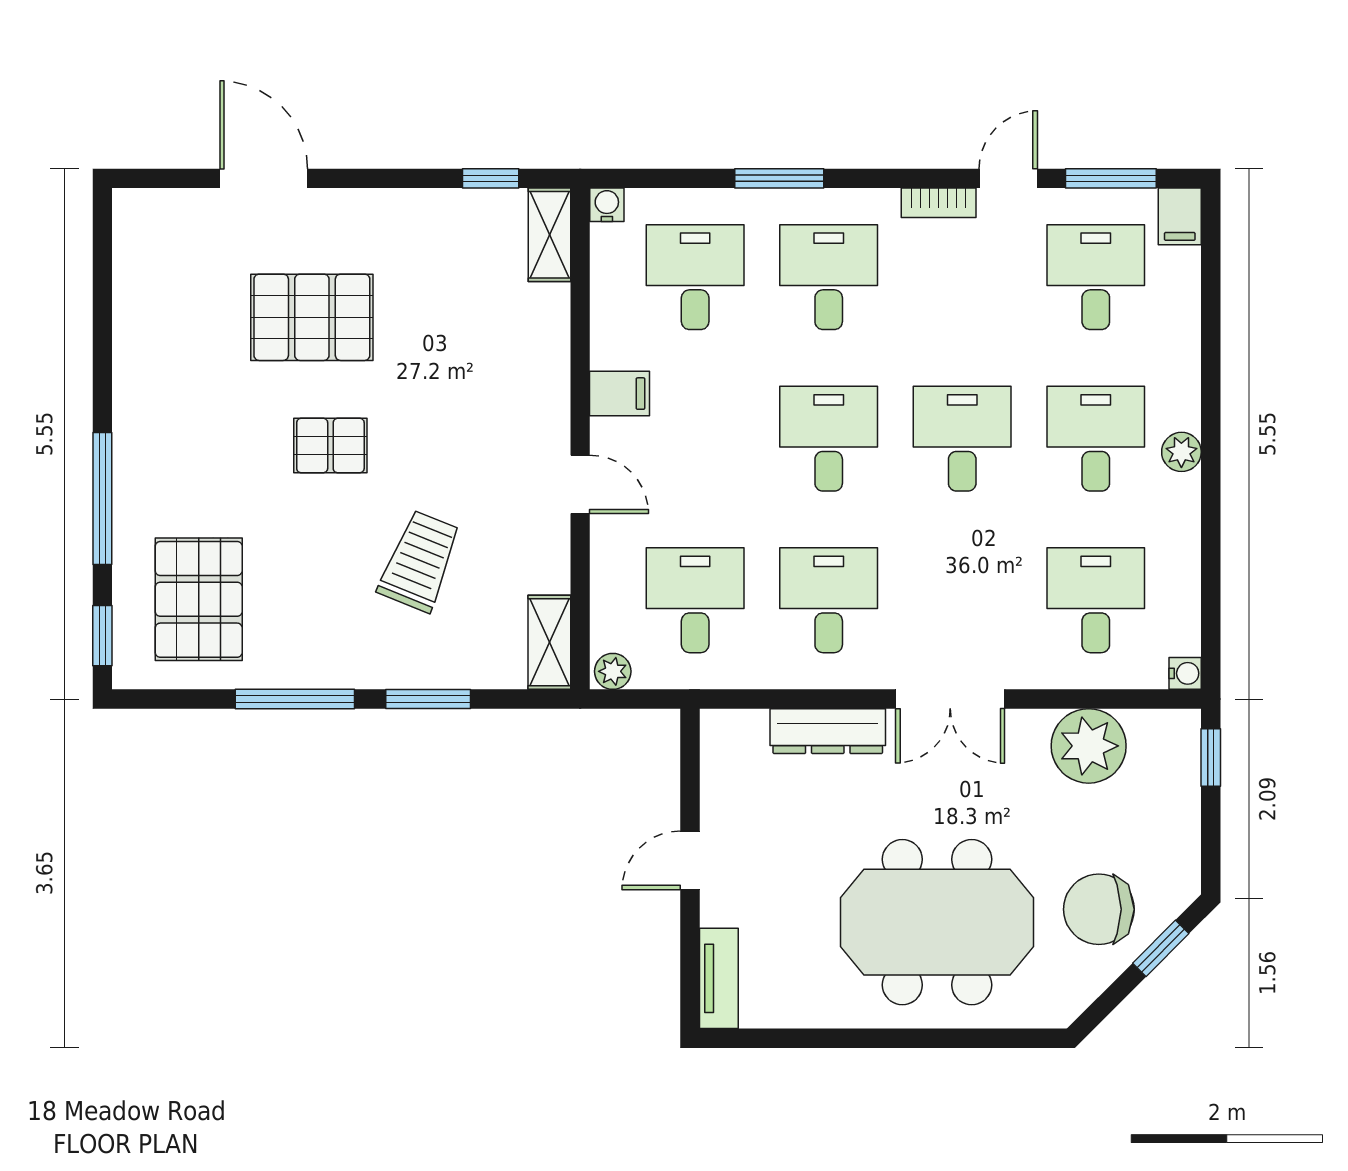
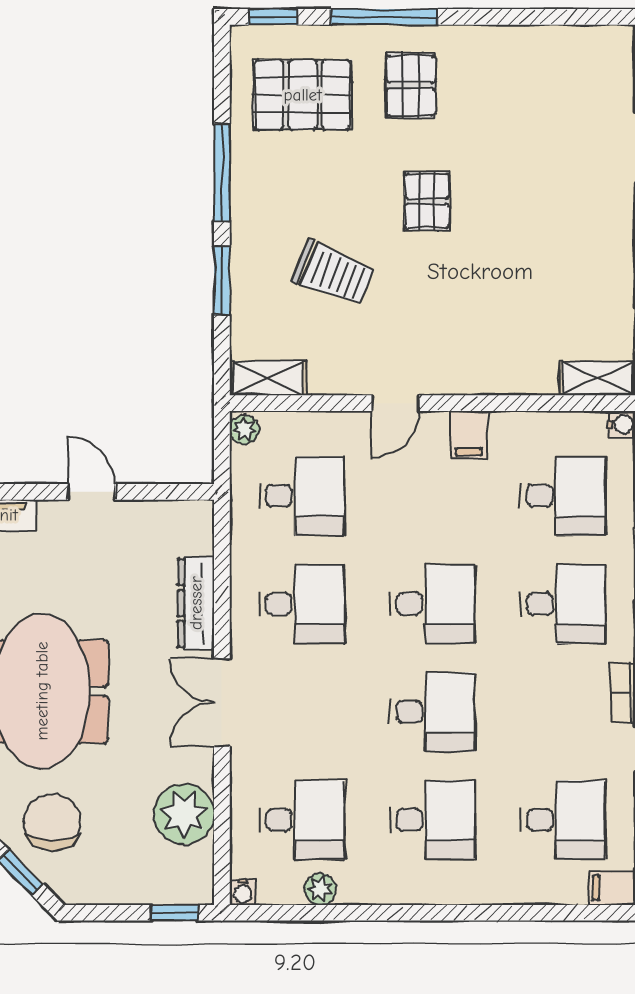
pallet: (312, 317) -> (411, 85), moved, width x0.67, depth x0.71
plant: (1181, 452) -> (320, 889), moved

